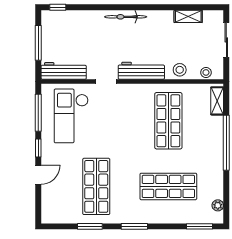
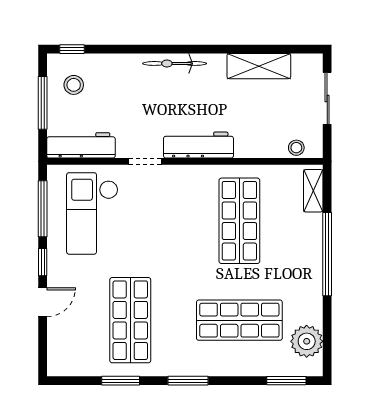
shelving: (188, 16) -> (259, 66), width x1.50, depth x1.33
stool: (180, 70) -> (74, 85), moved
plant: (218, 205) -> (307, 341), width x1.87, depth x1.87

